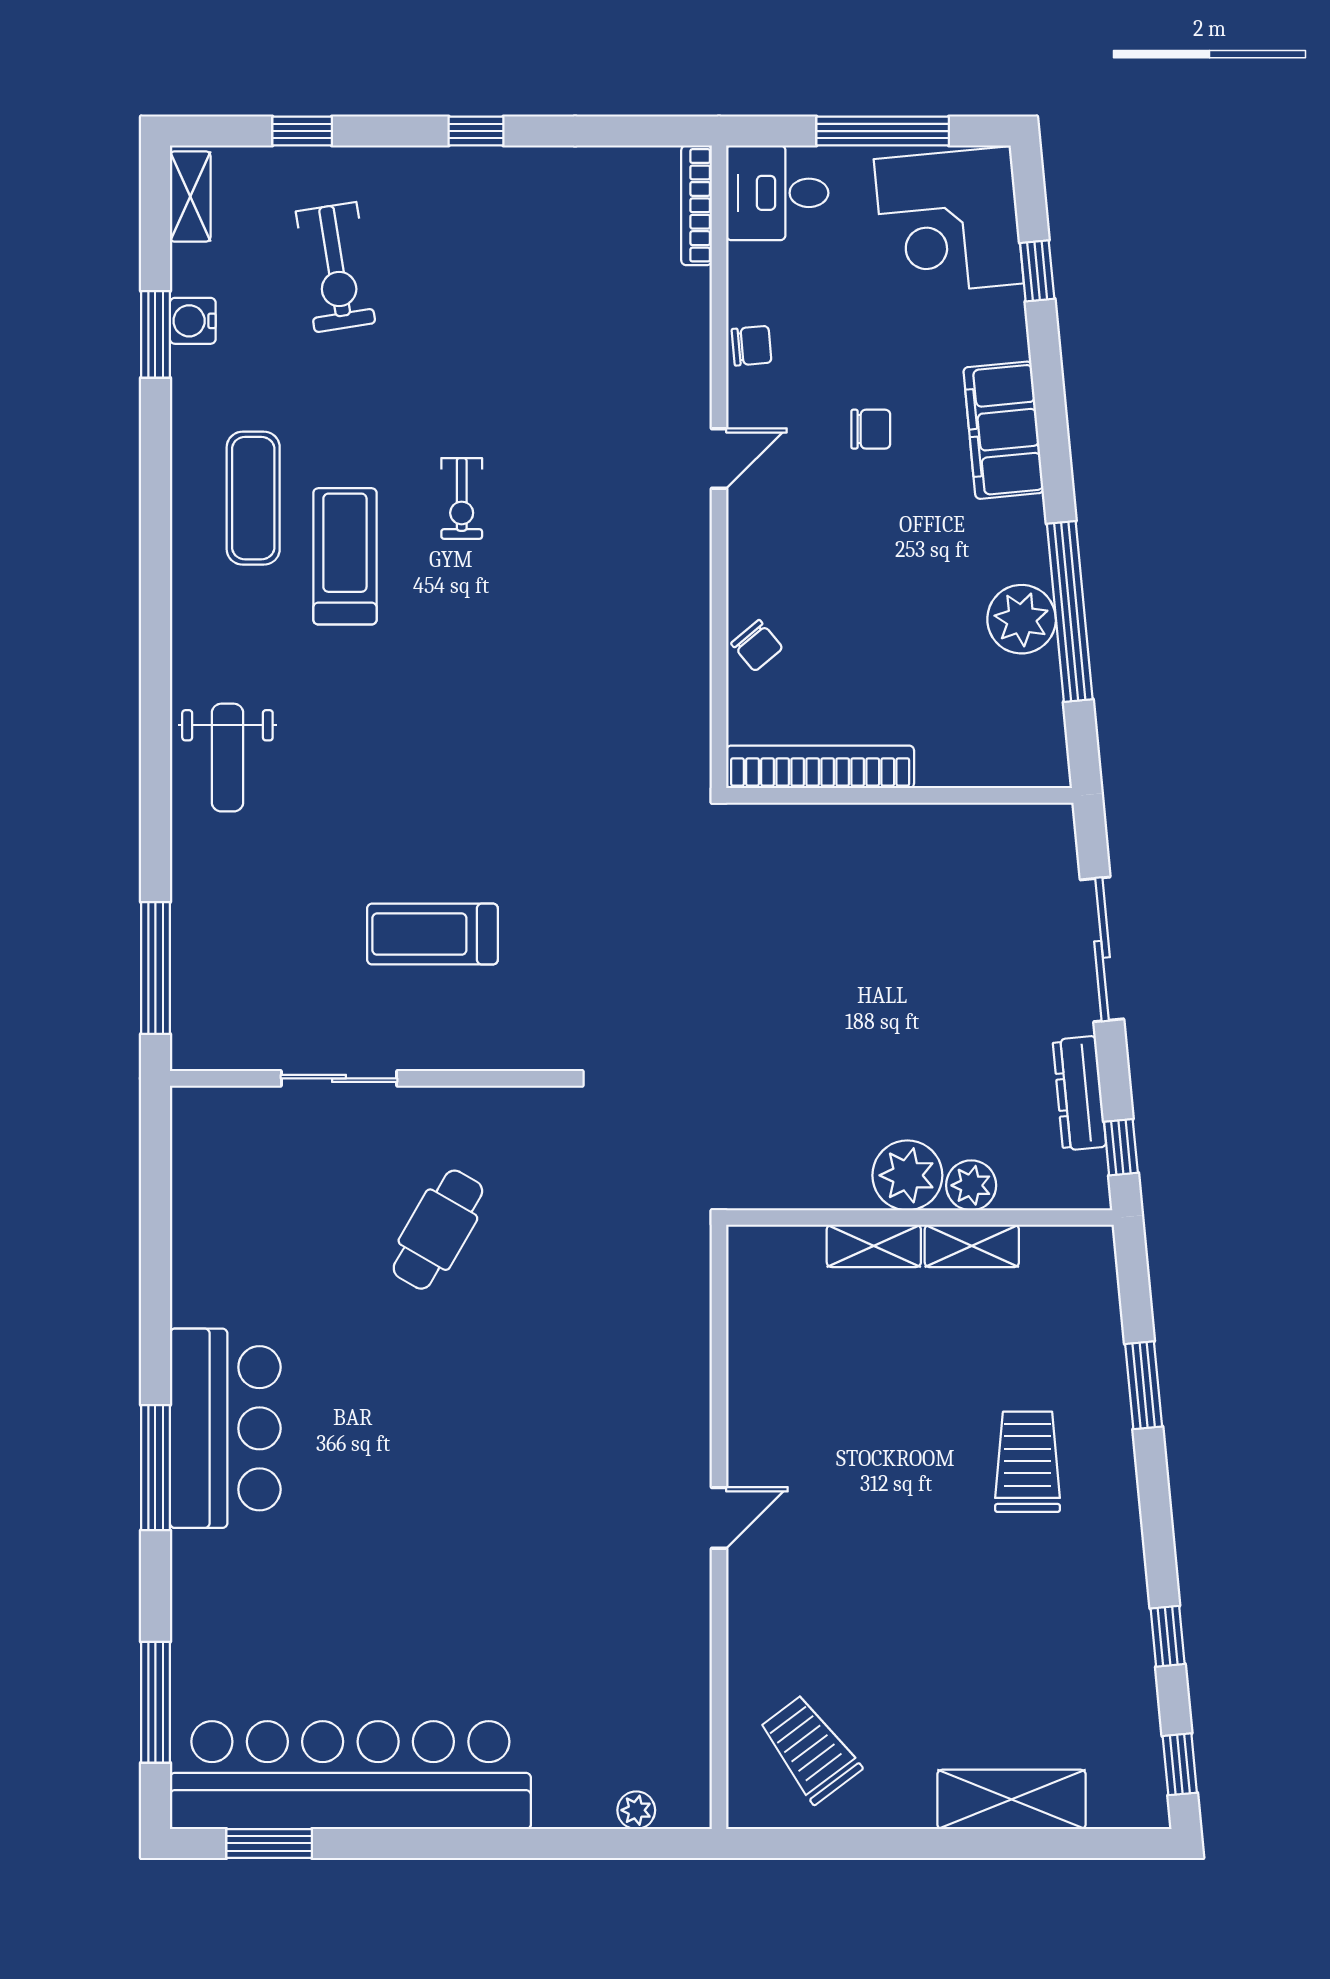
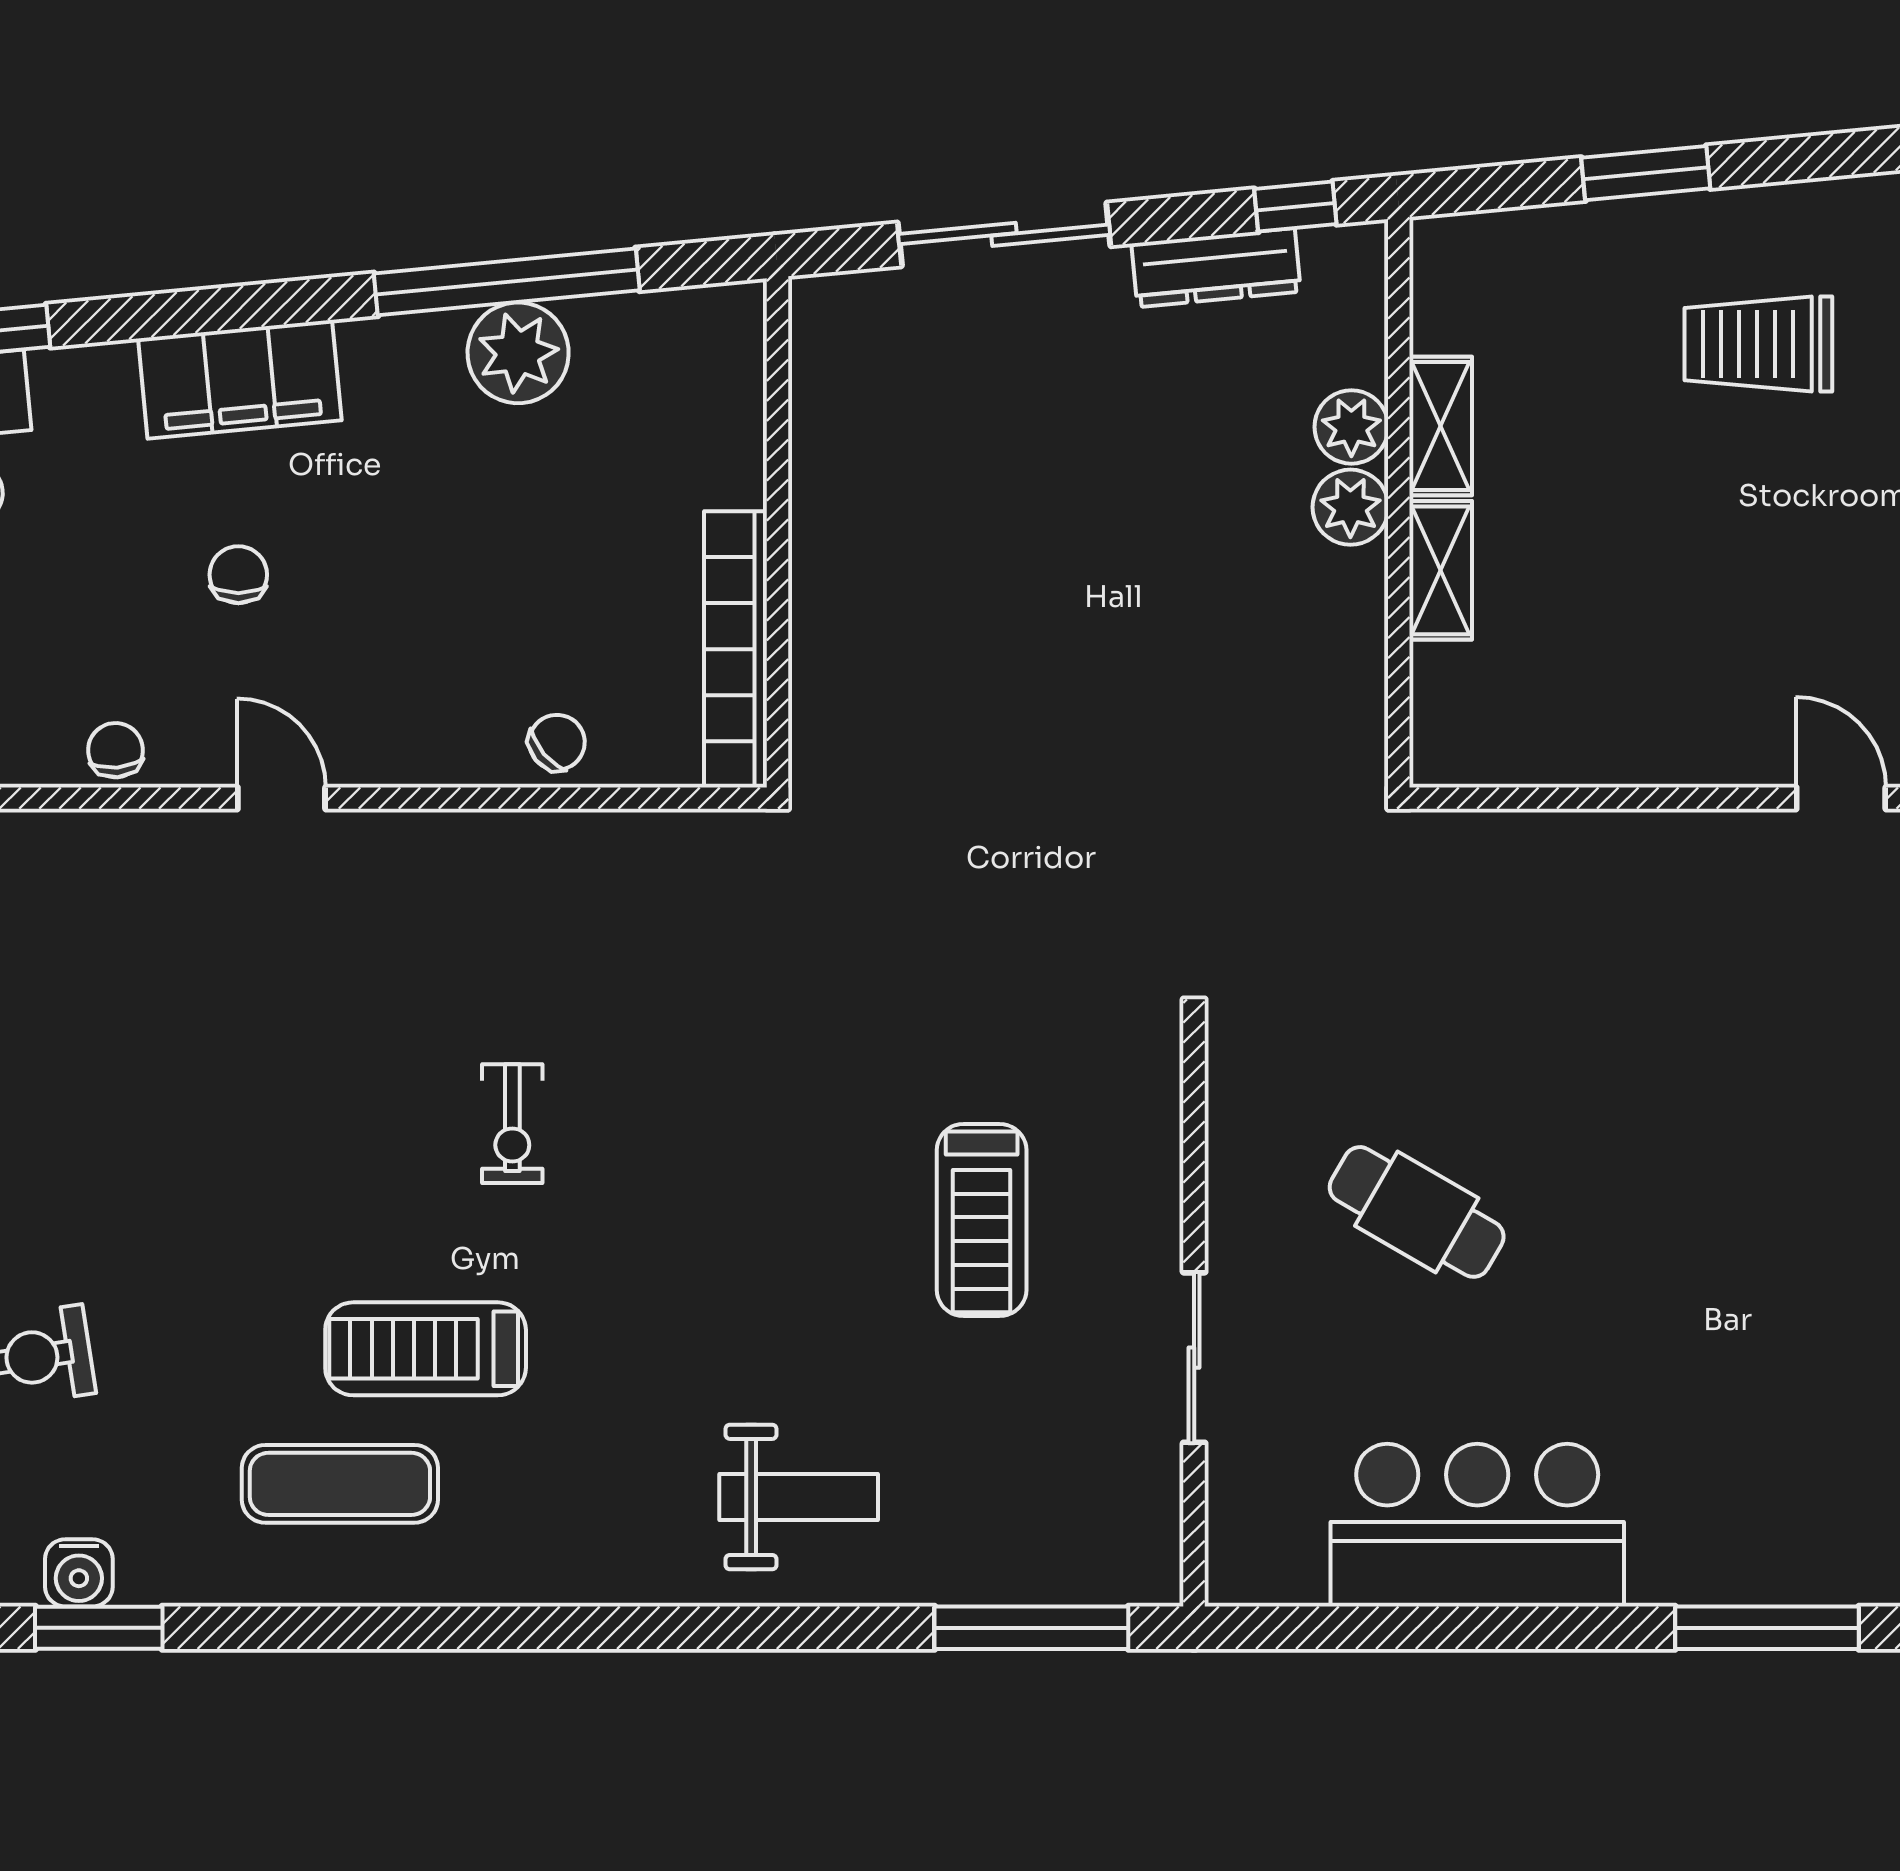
exercise bike: (462, 498) -> (512, 1124), moved, turned 90
weight bench: (227, 758) -> (799, 1497), moved
plant: (907, 1175) -> (1350, 507), width x0.73, depth x0.73
bar counter: (225, 1428) -> (1477, 1525), moved

